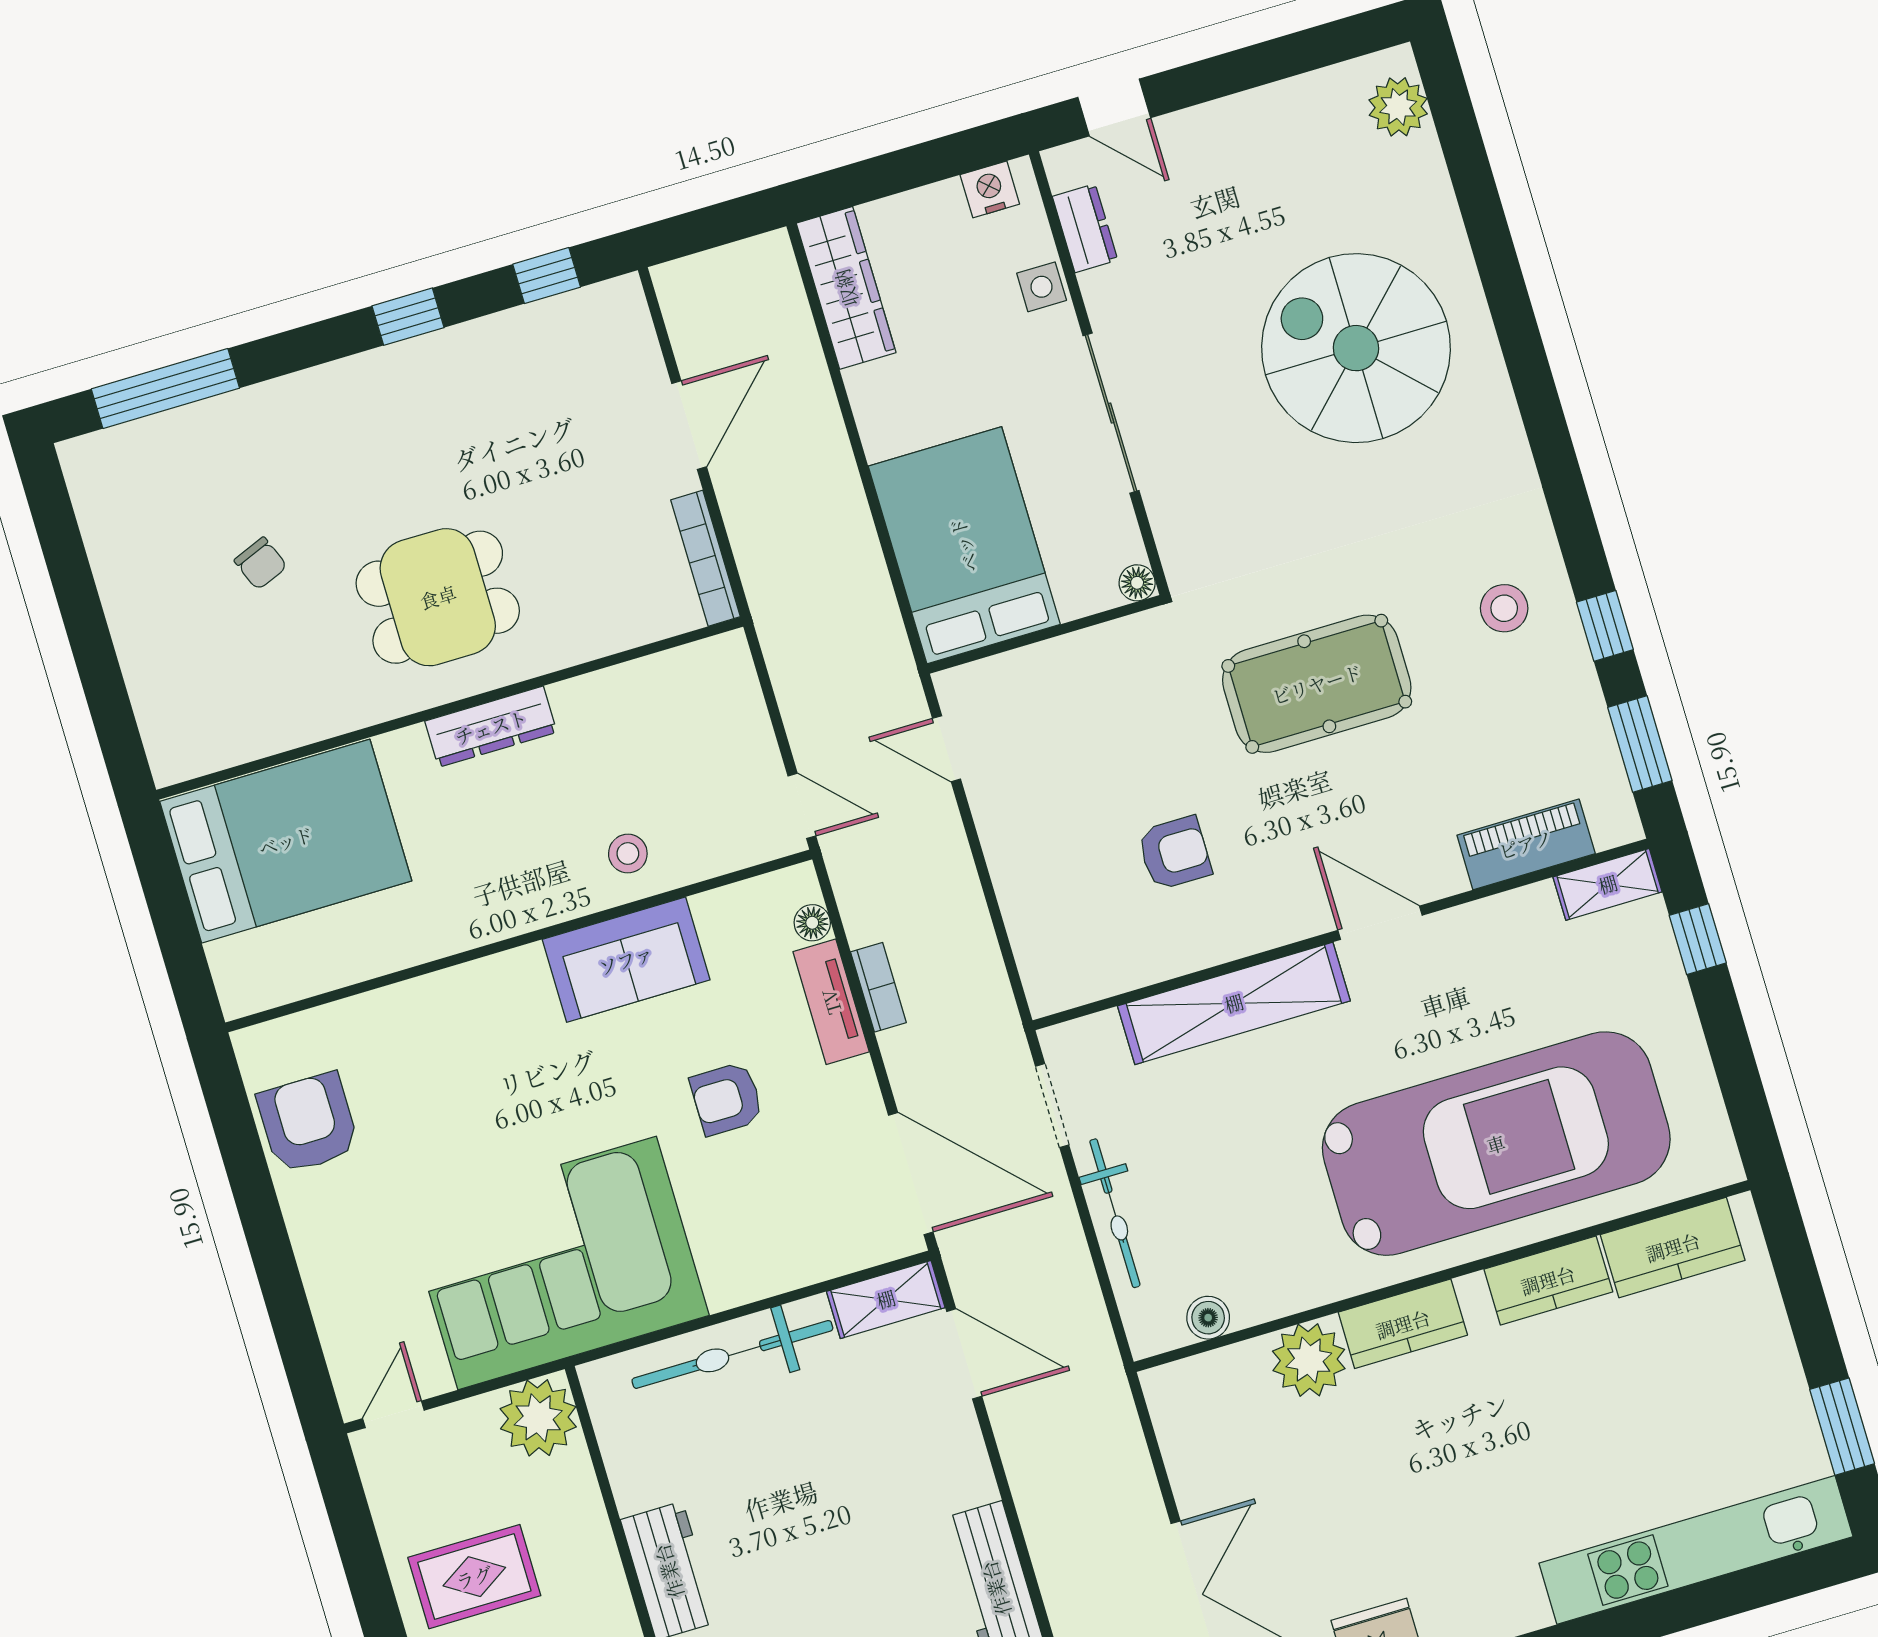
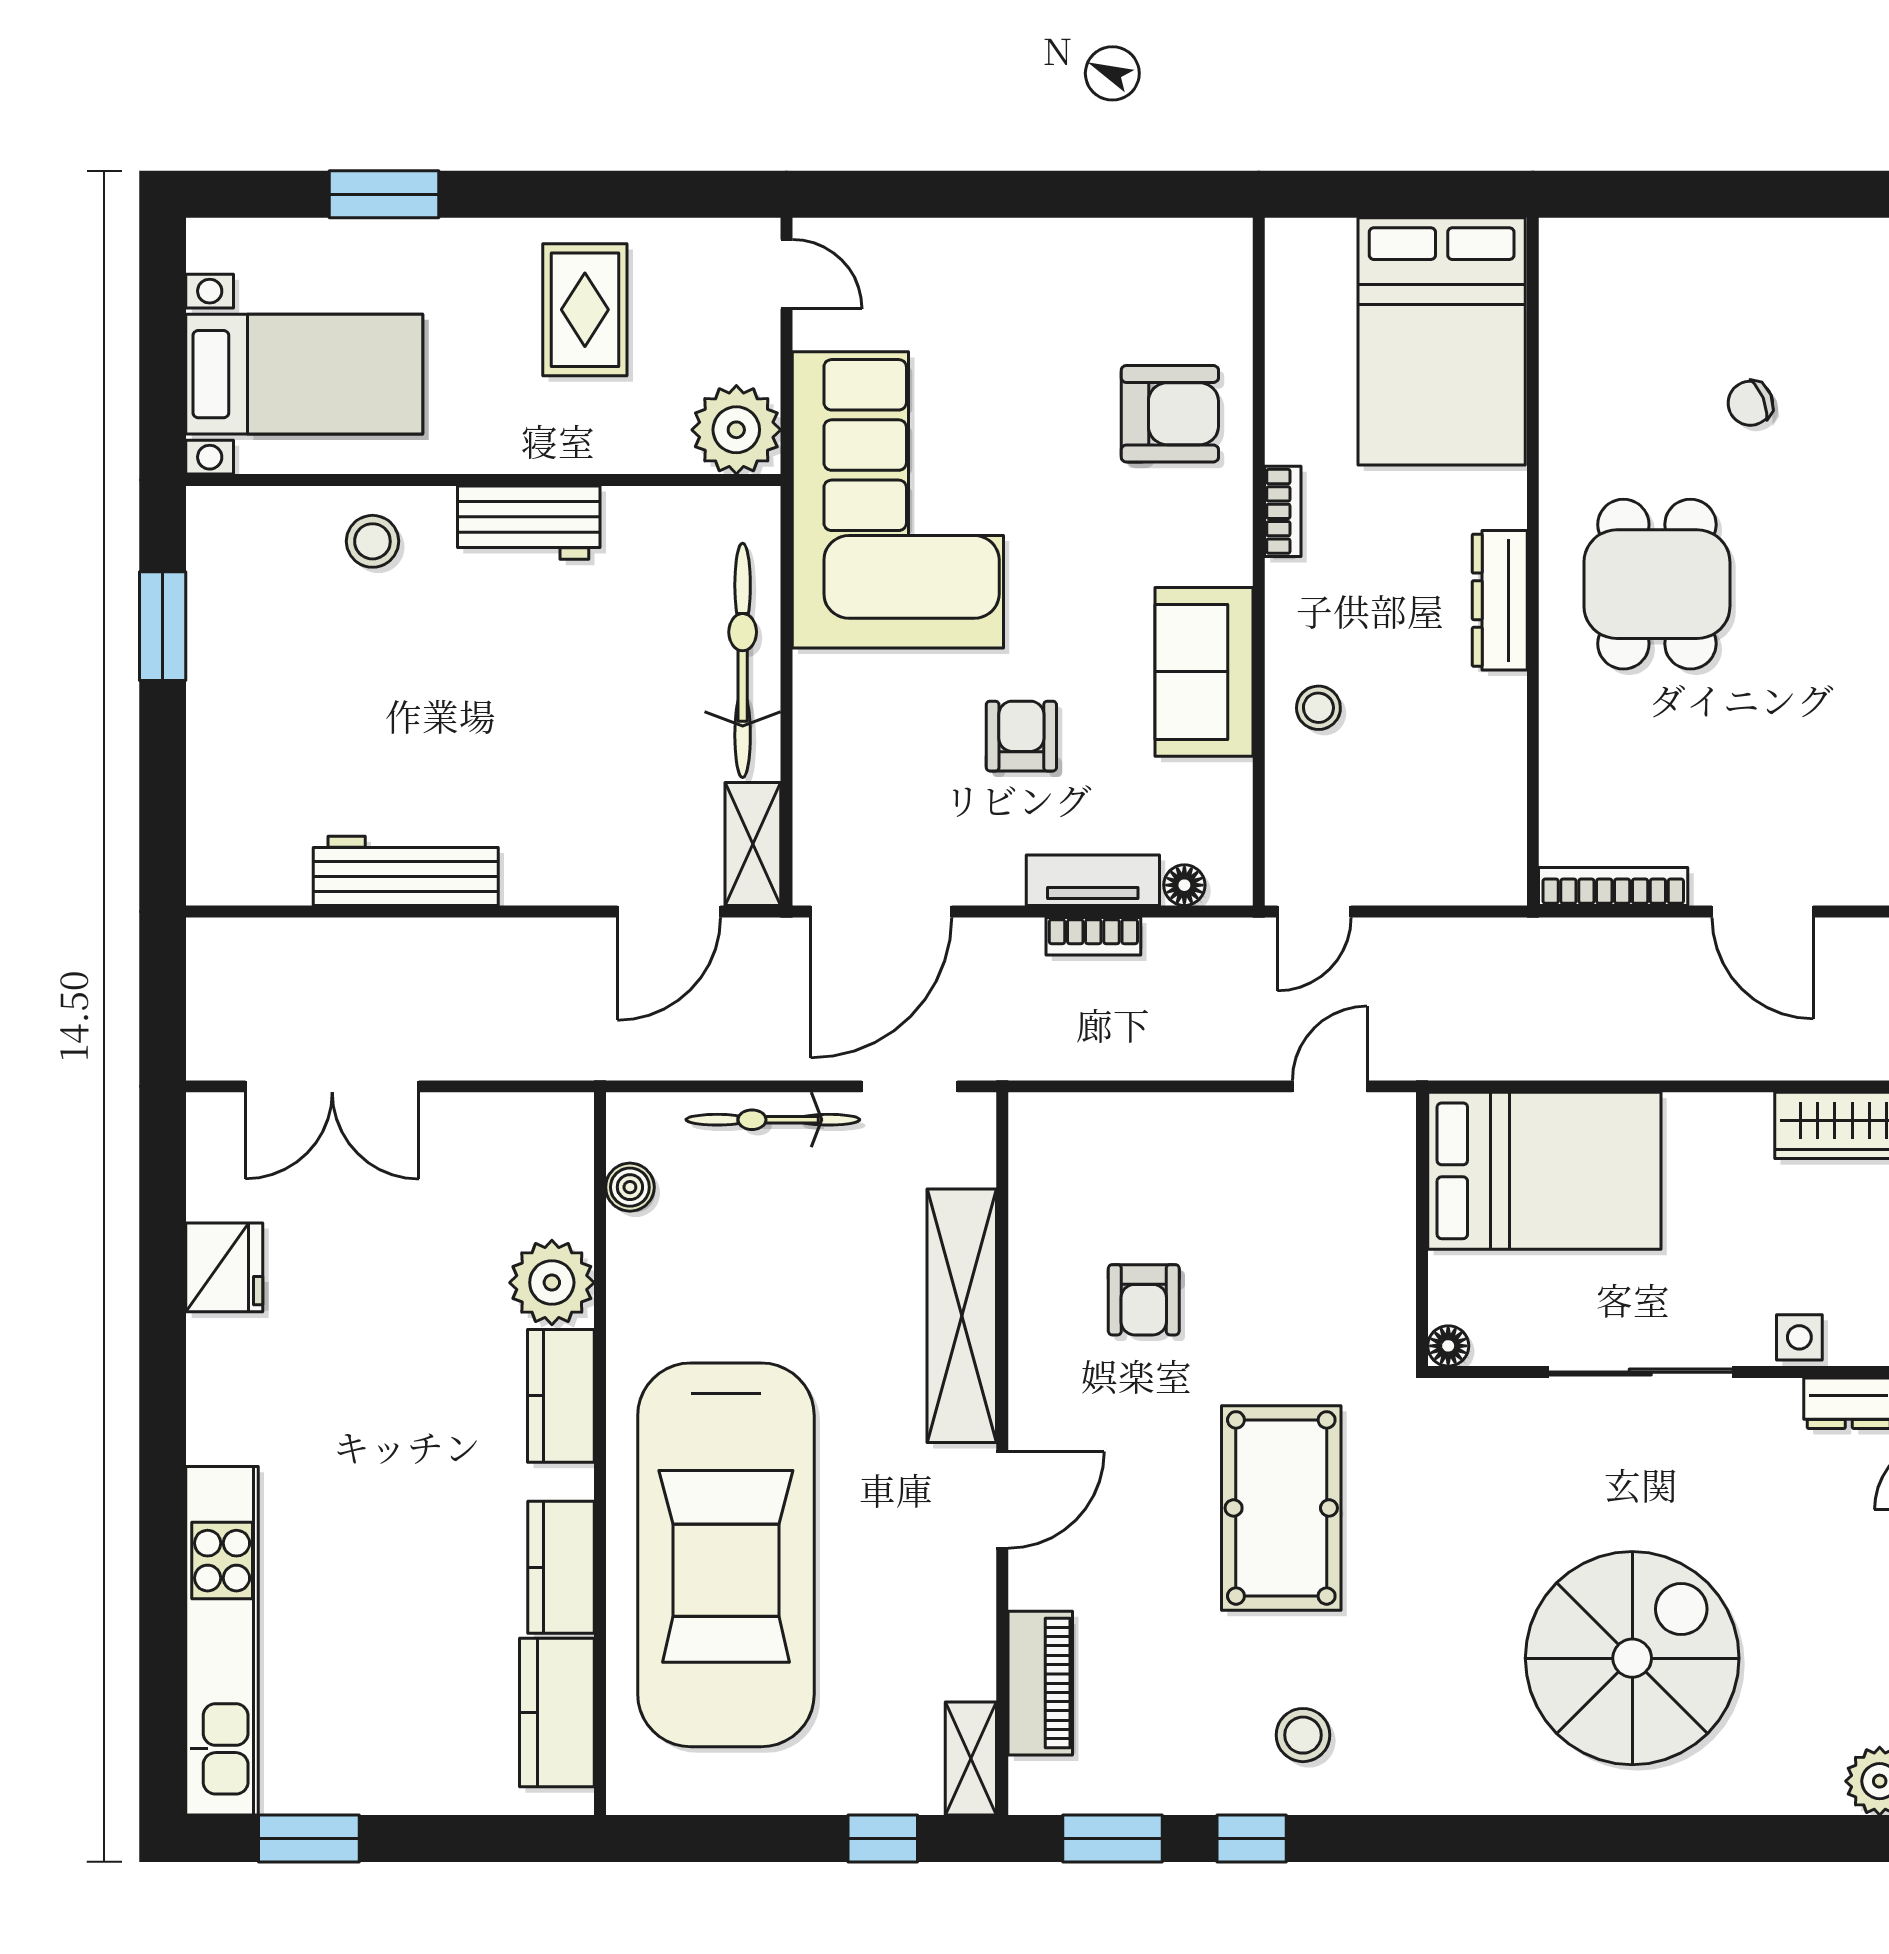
bookcase: (470, 933) -> (1283, 511), added
armchair: (308, 1123) -> (1170, 414), moved

